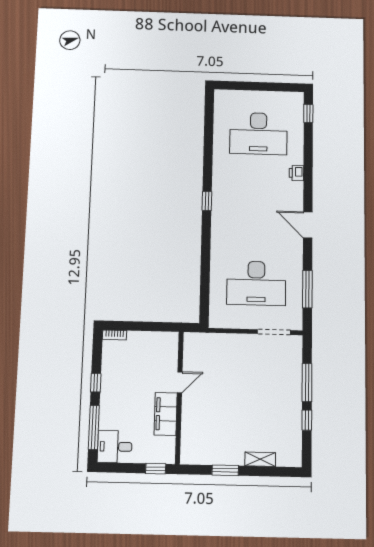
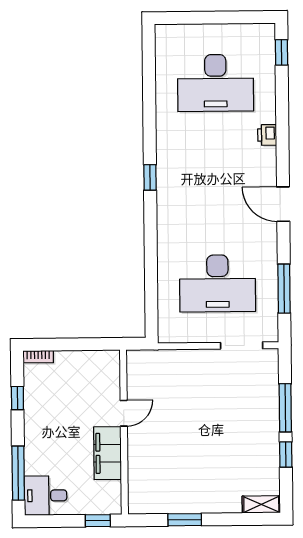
window: (96, 383) -> (17, 398), moved
shelving: (260, 459) -> (261, 504), moved

